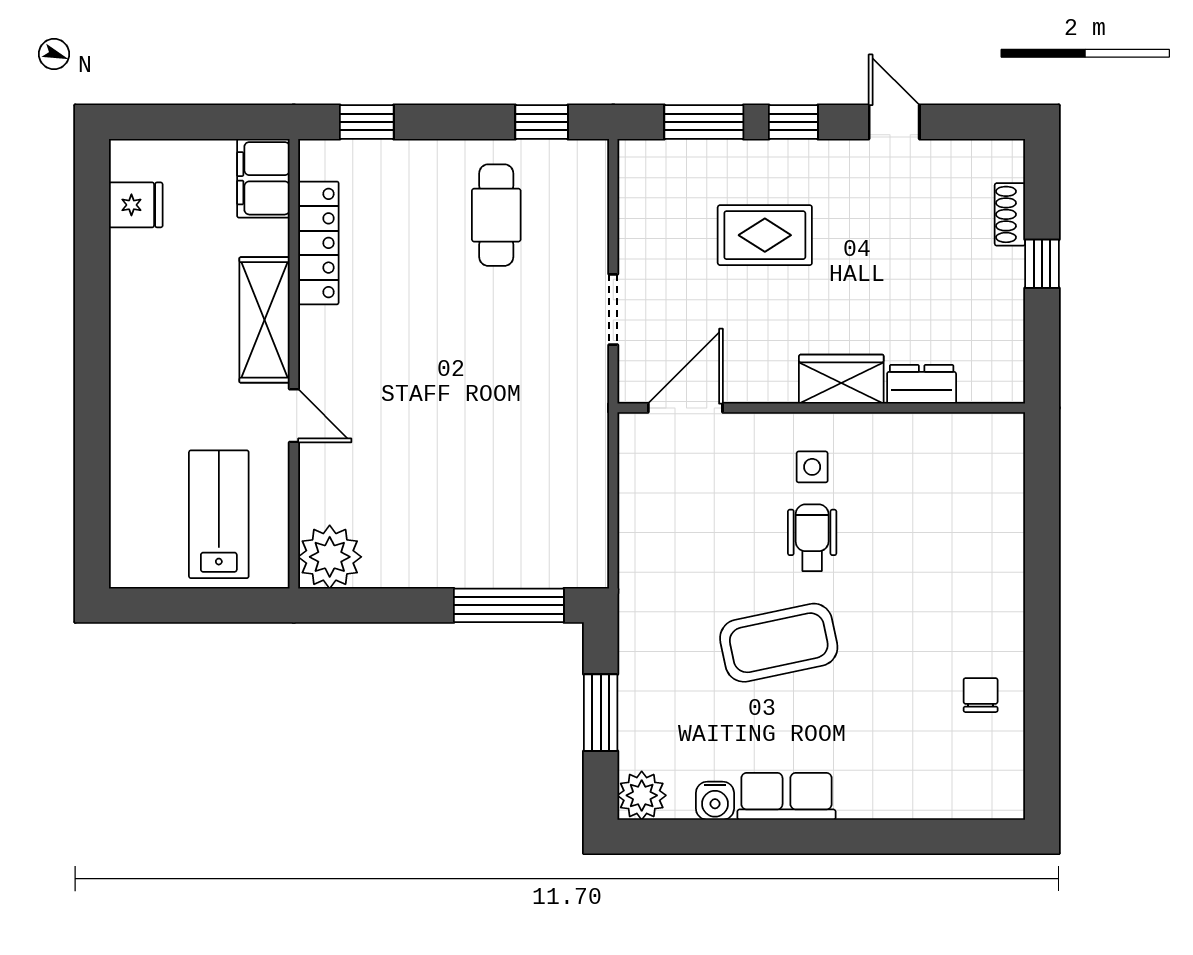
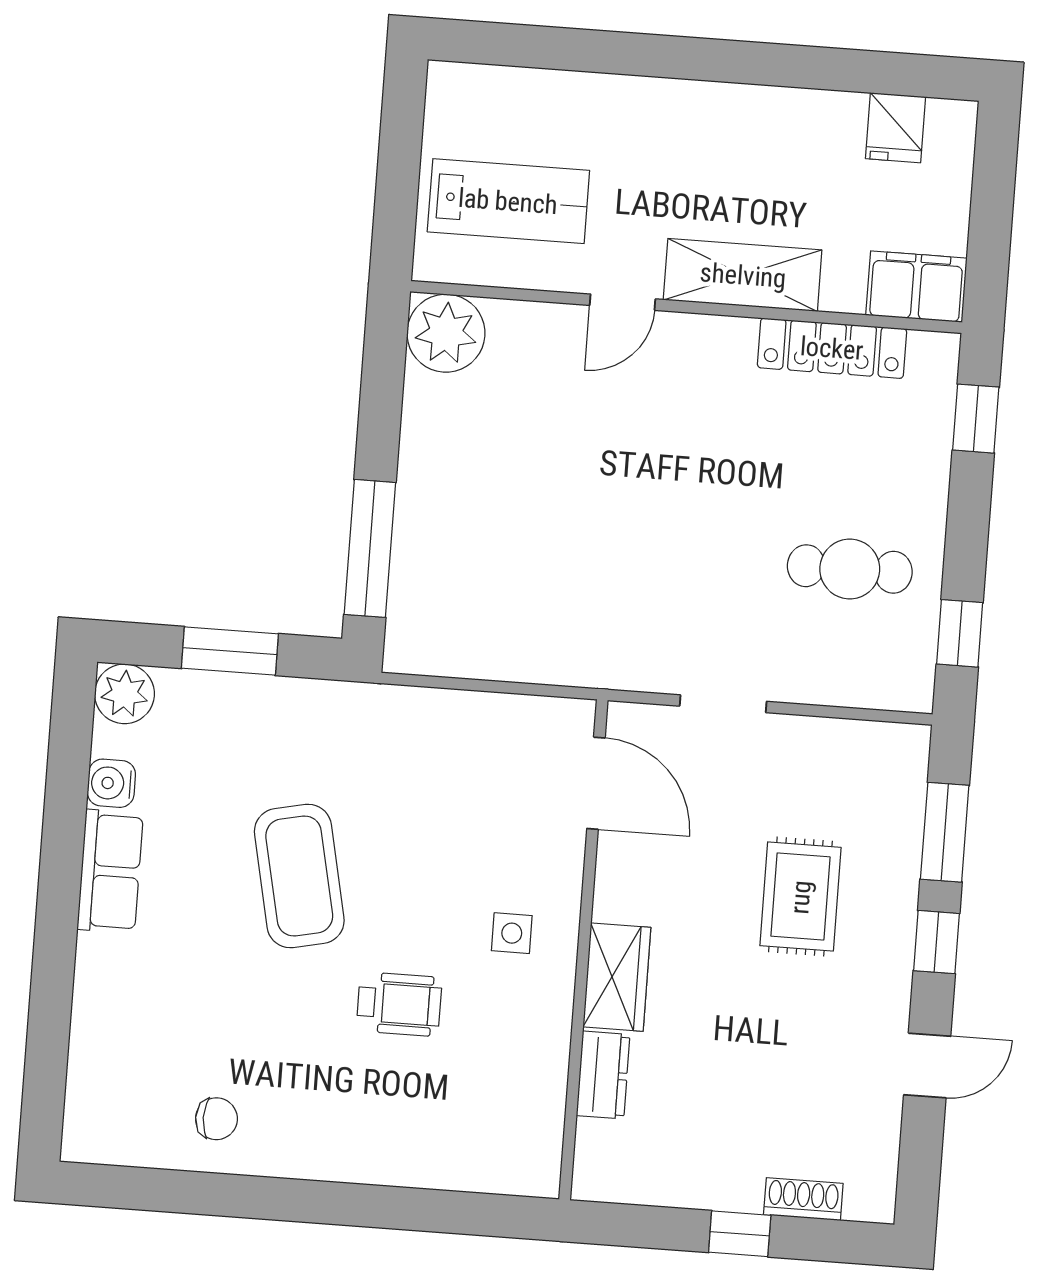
wheelchair: (812, 538) -> (399, 1004), moved

